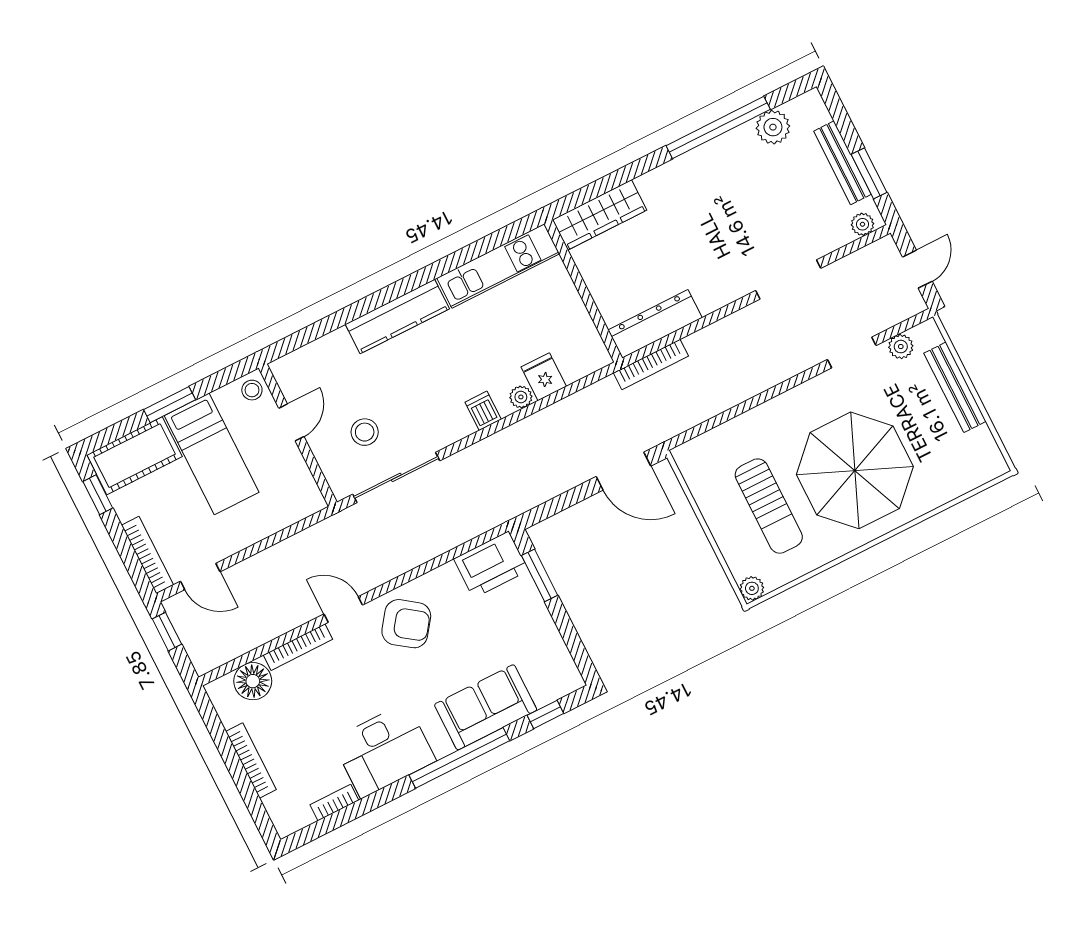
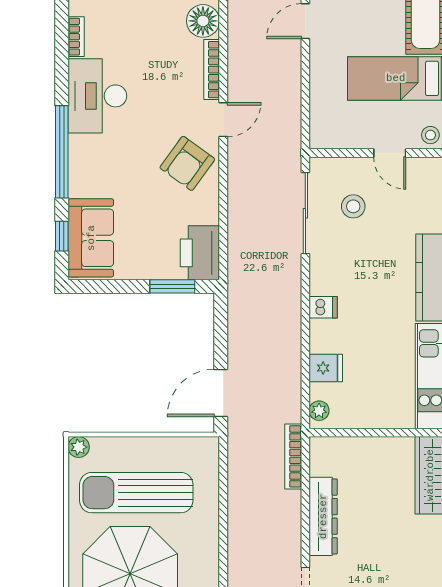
dresser: (655, 324) -> (323, 516), moved
plant: (521, 397) -> (319, 411), moved
sun lounger: (769, 506) -> (136, 493), width x1.36, depth x1.34
sofa: (486, 707) -> (91, 238), moved

